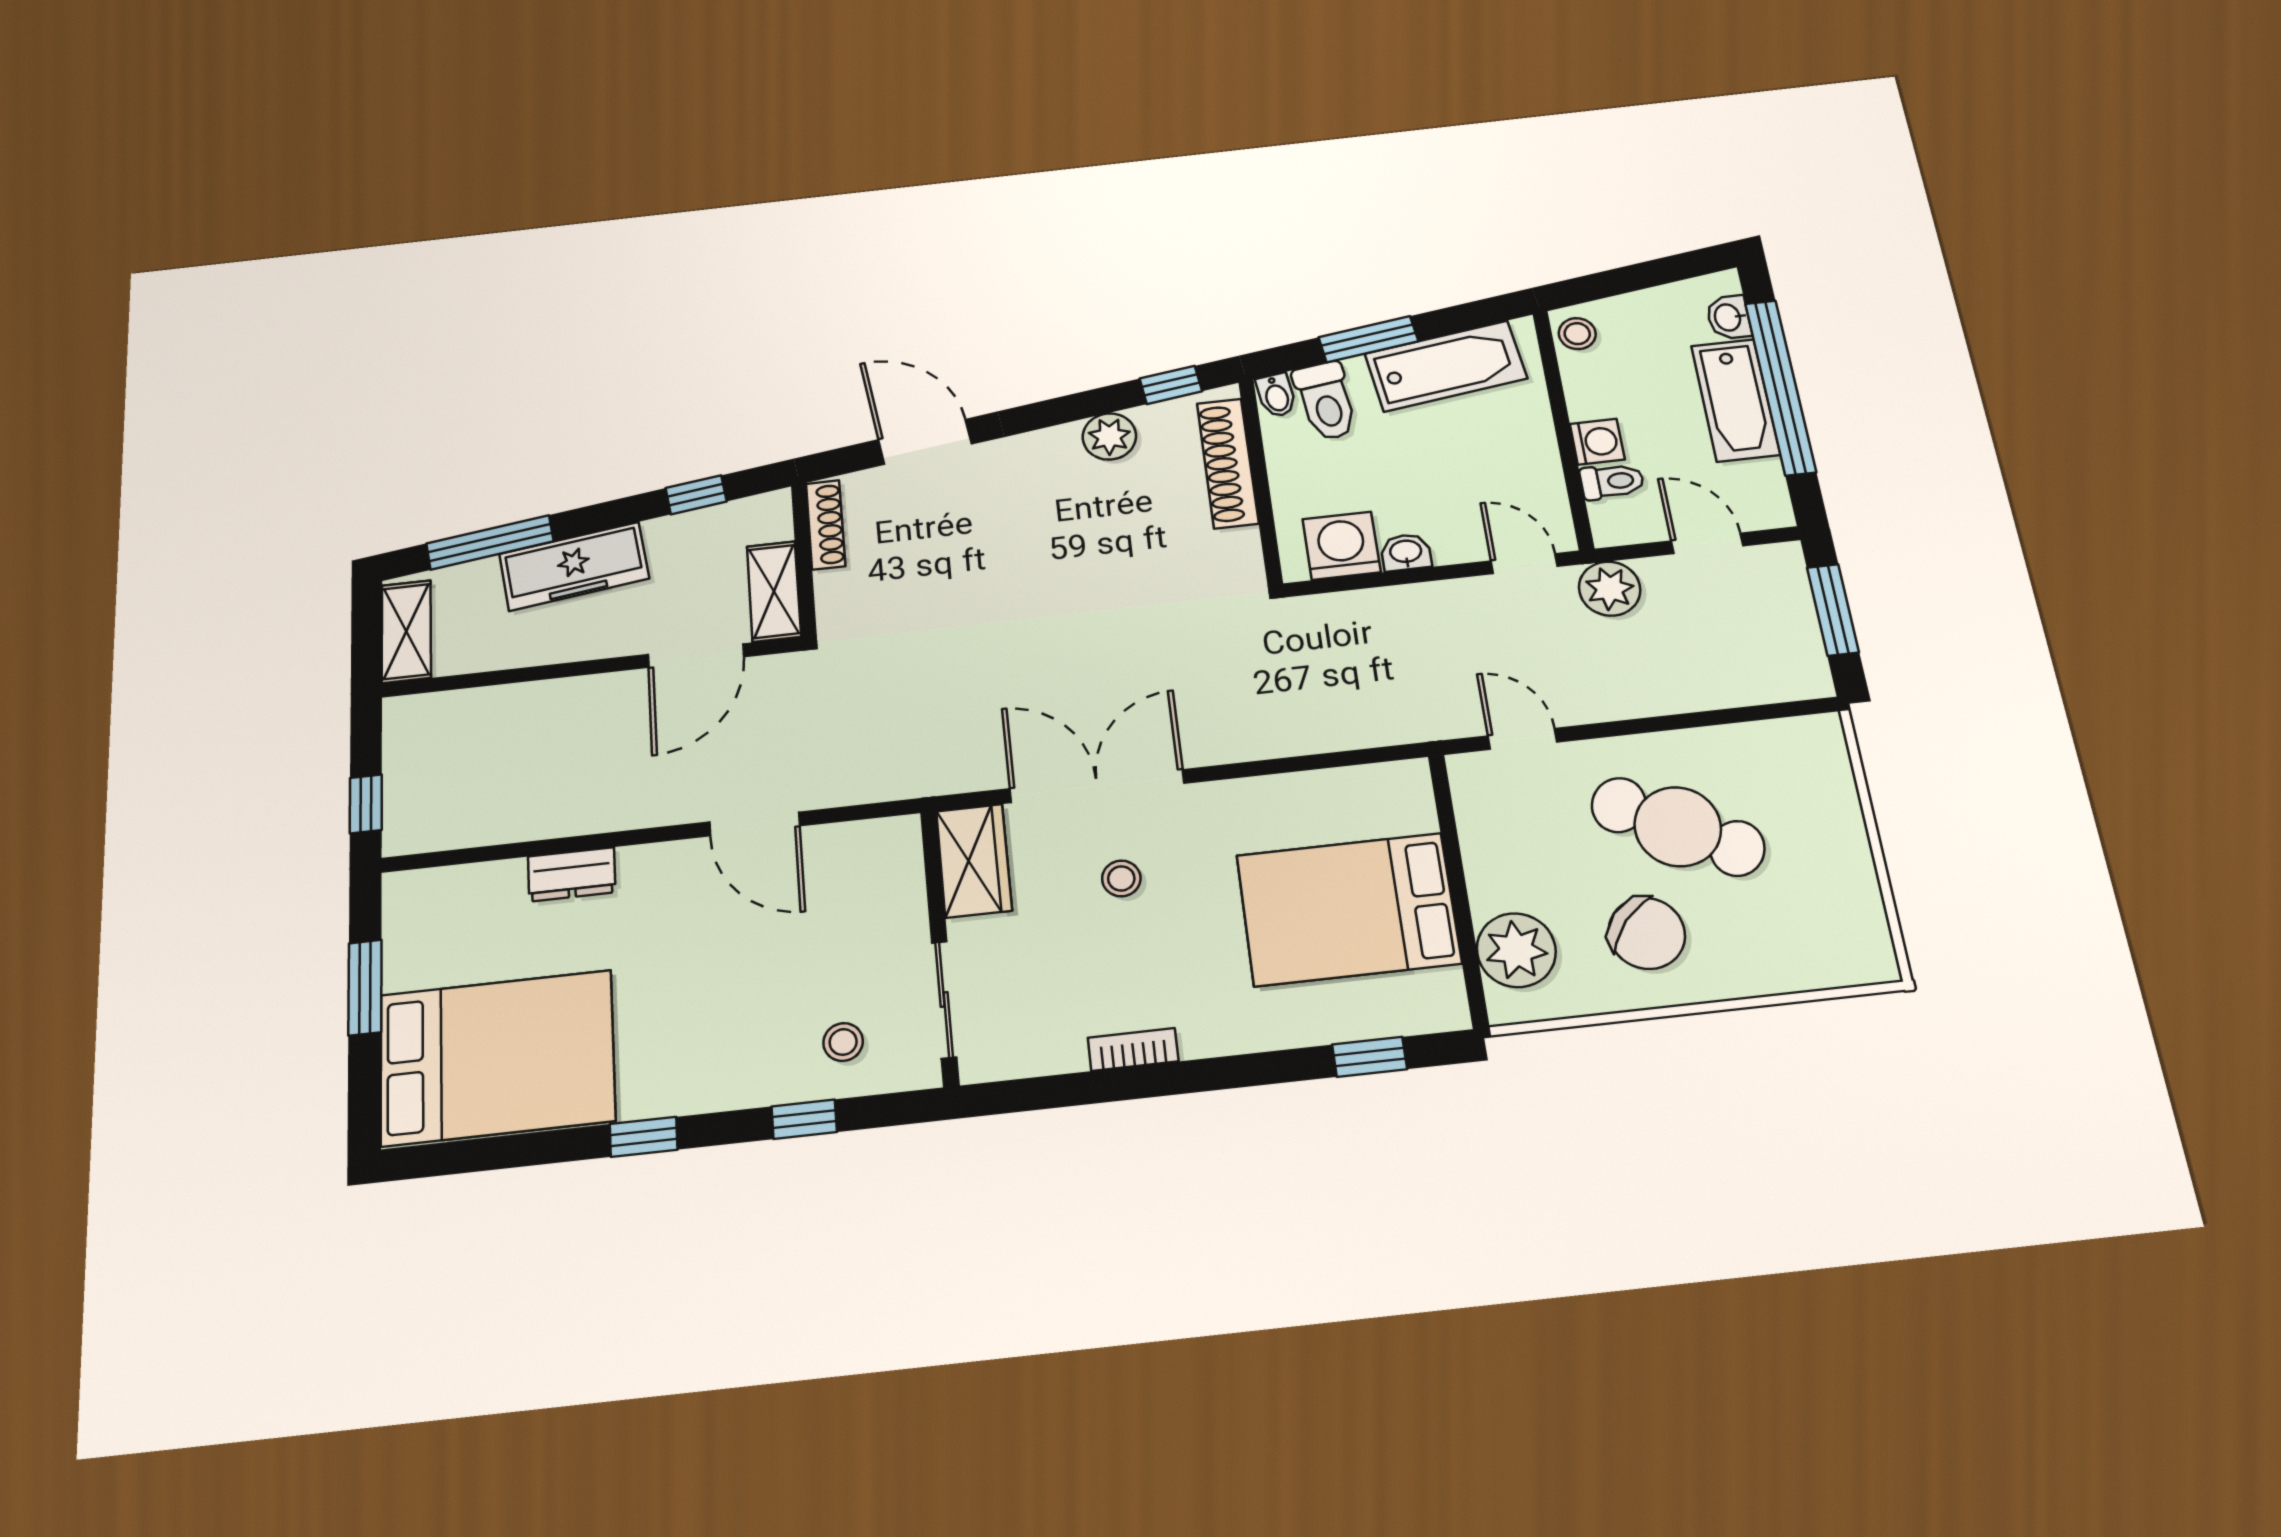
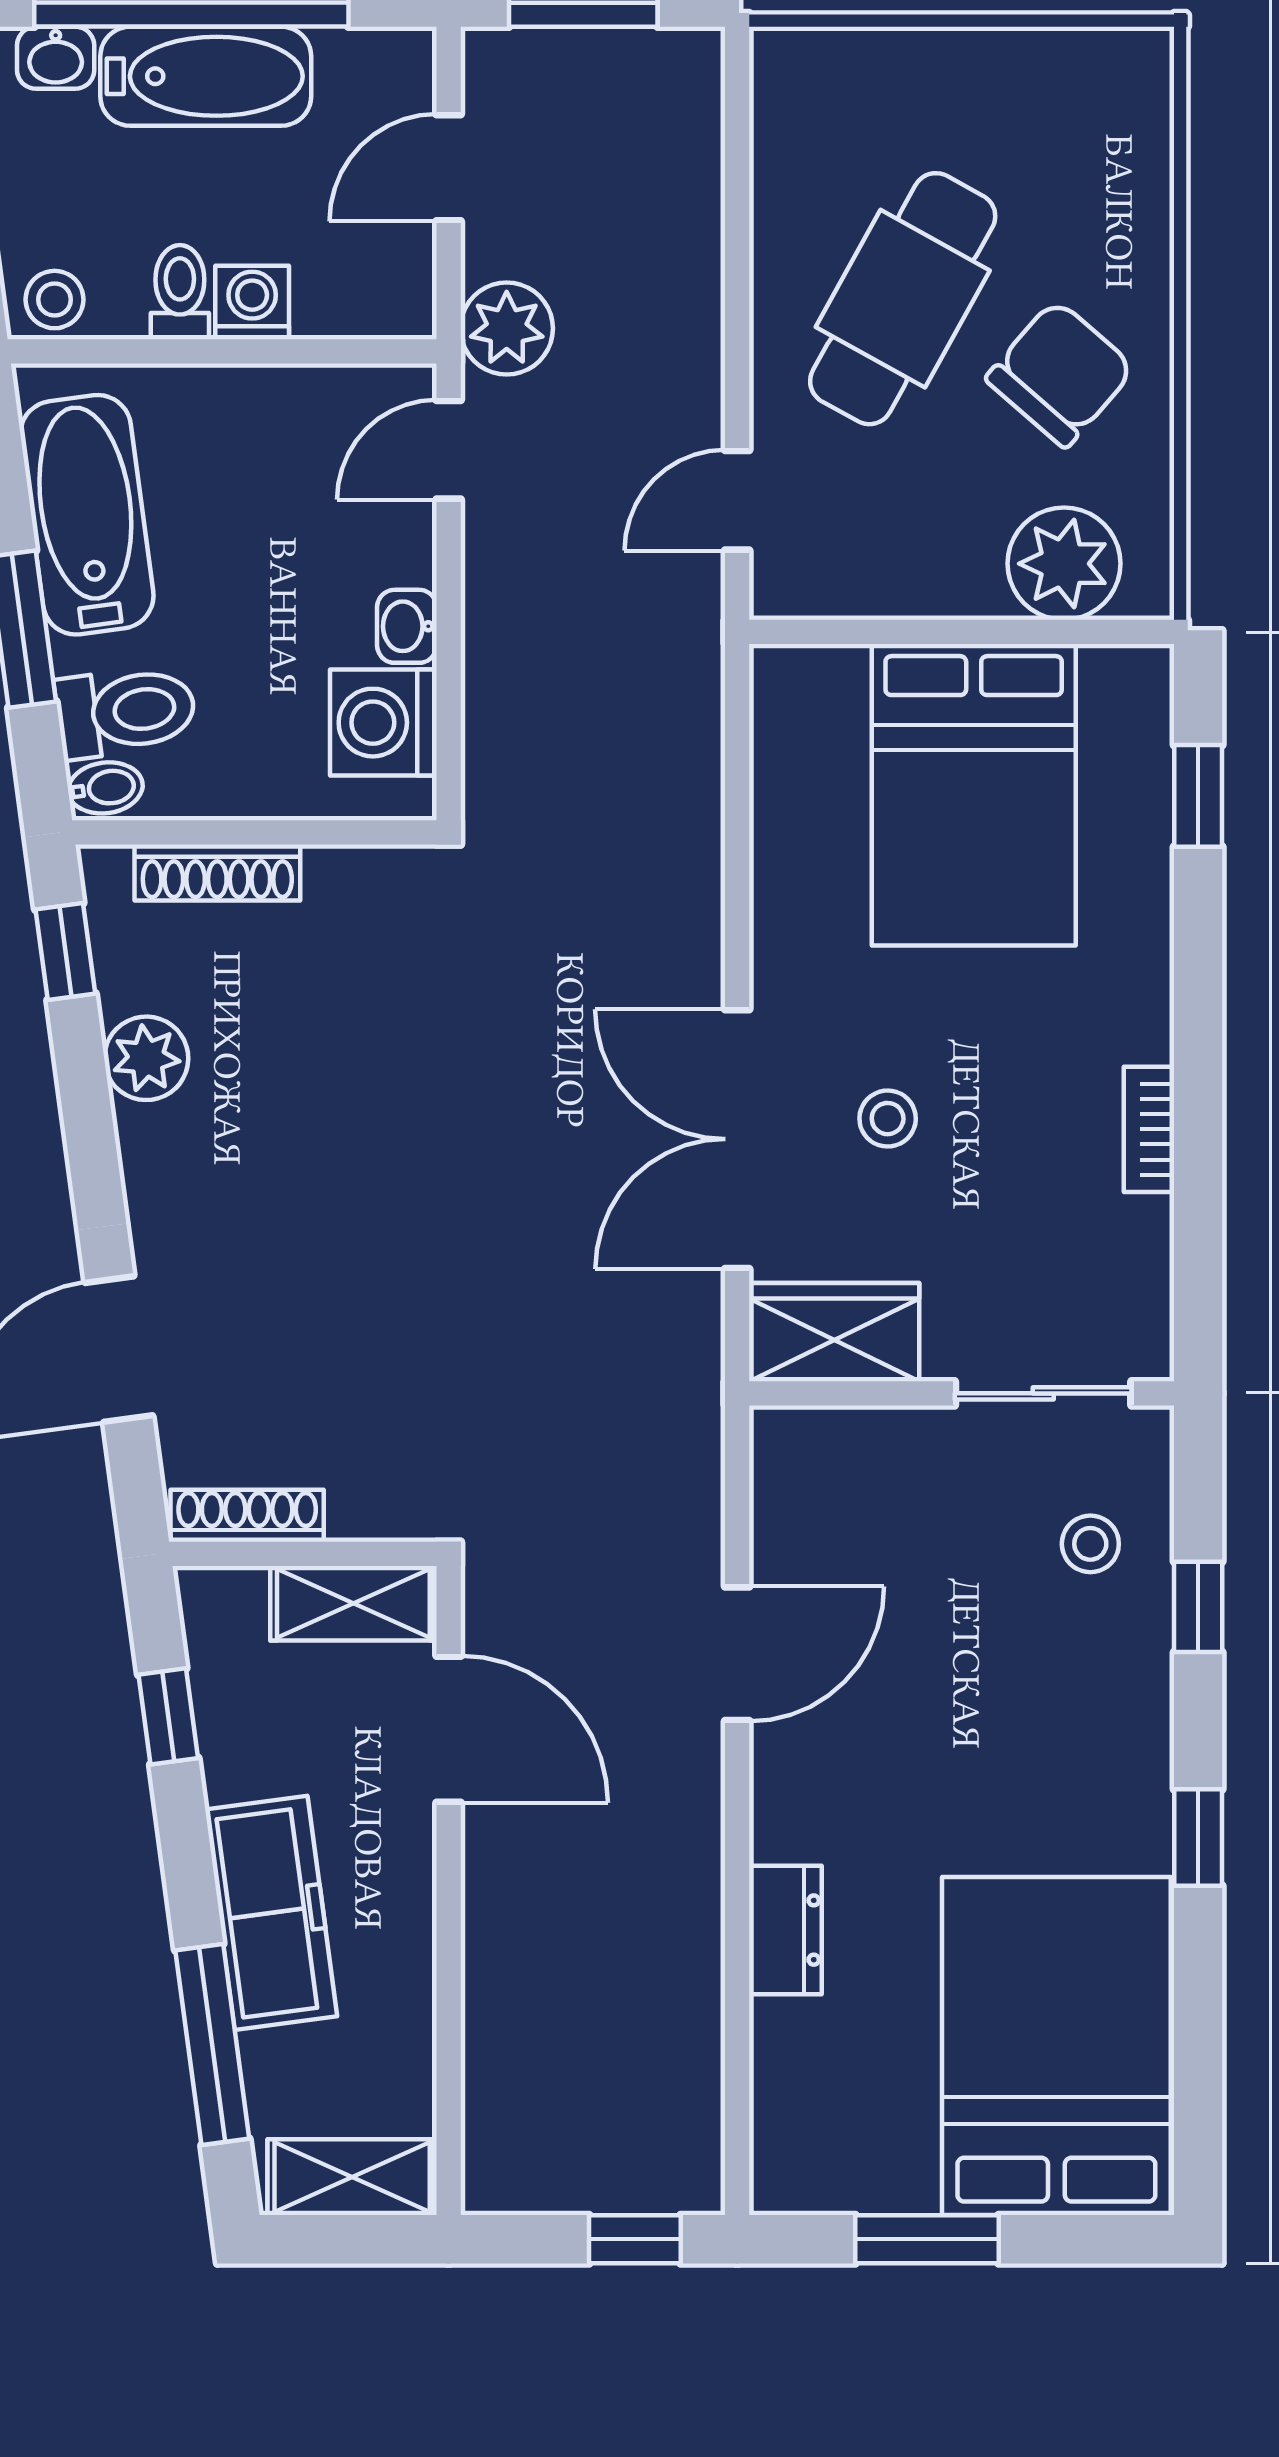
shoe rack: (1228, 463) -> (217, 872), width x0.74, depth x0.81
toilet: (1612, 481) -> (180, 292), moved

